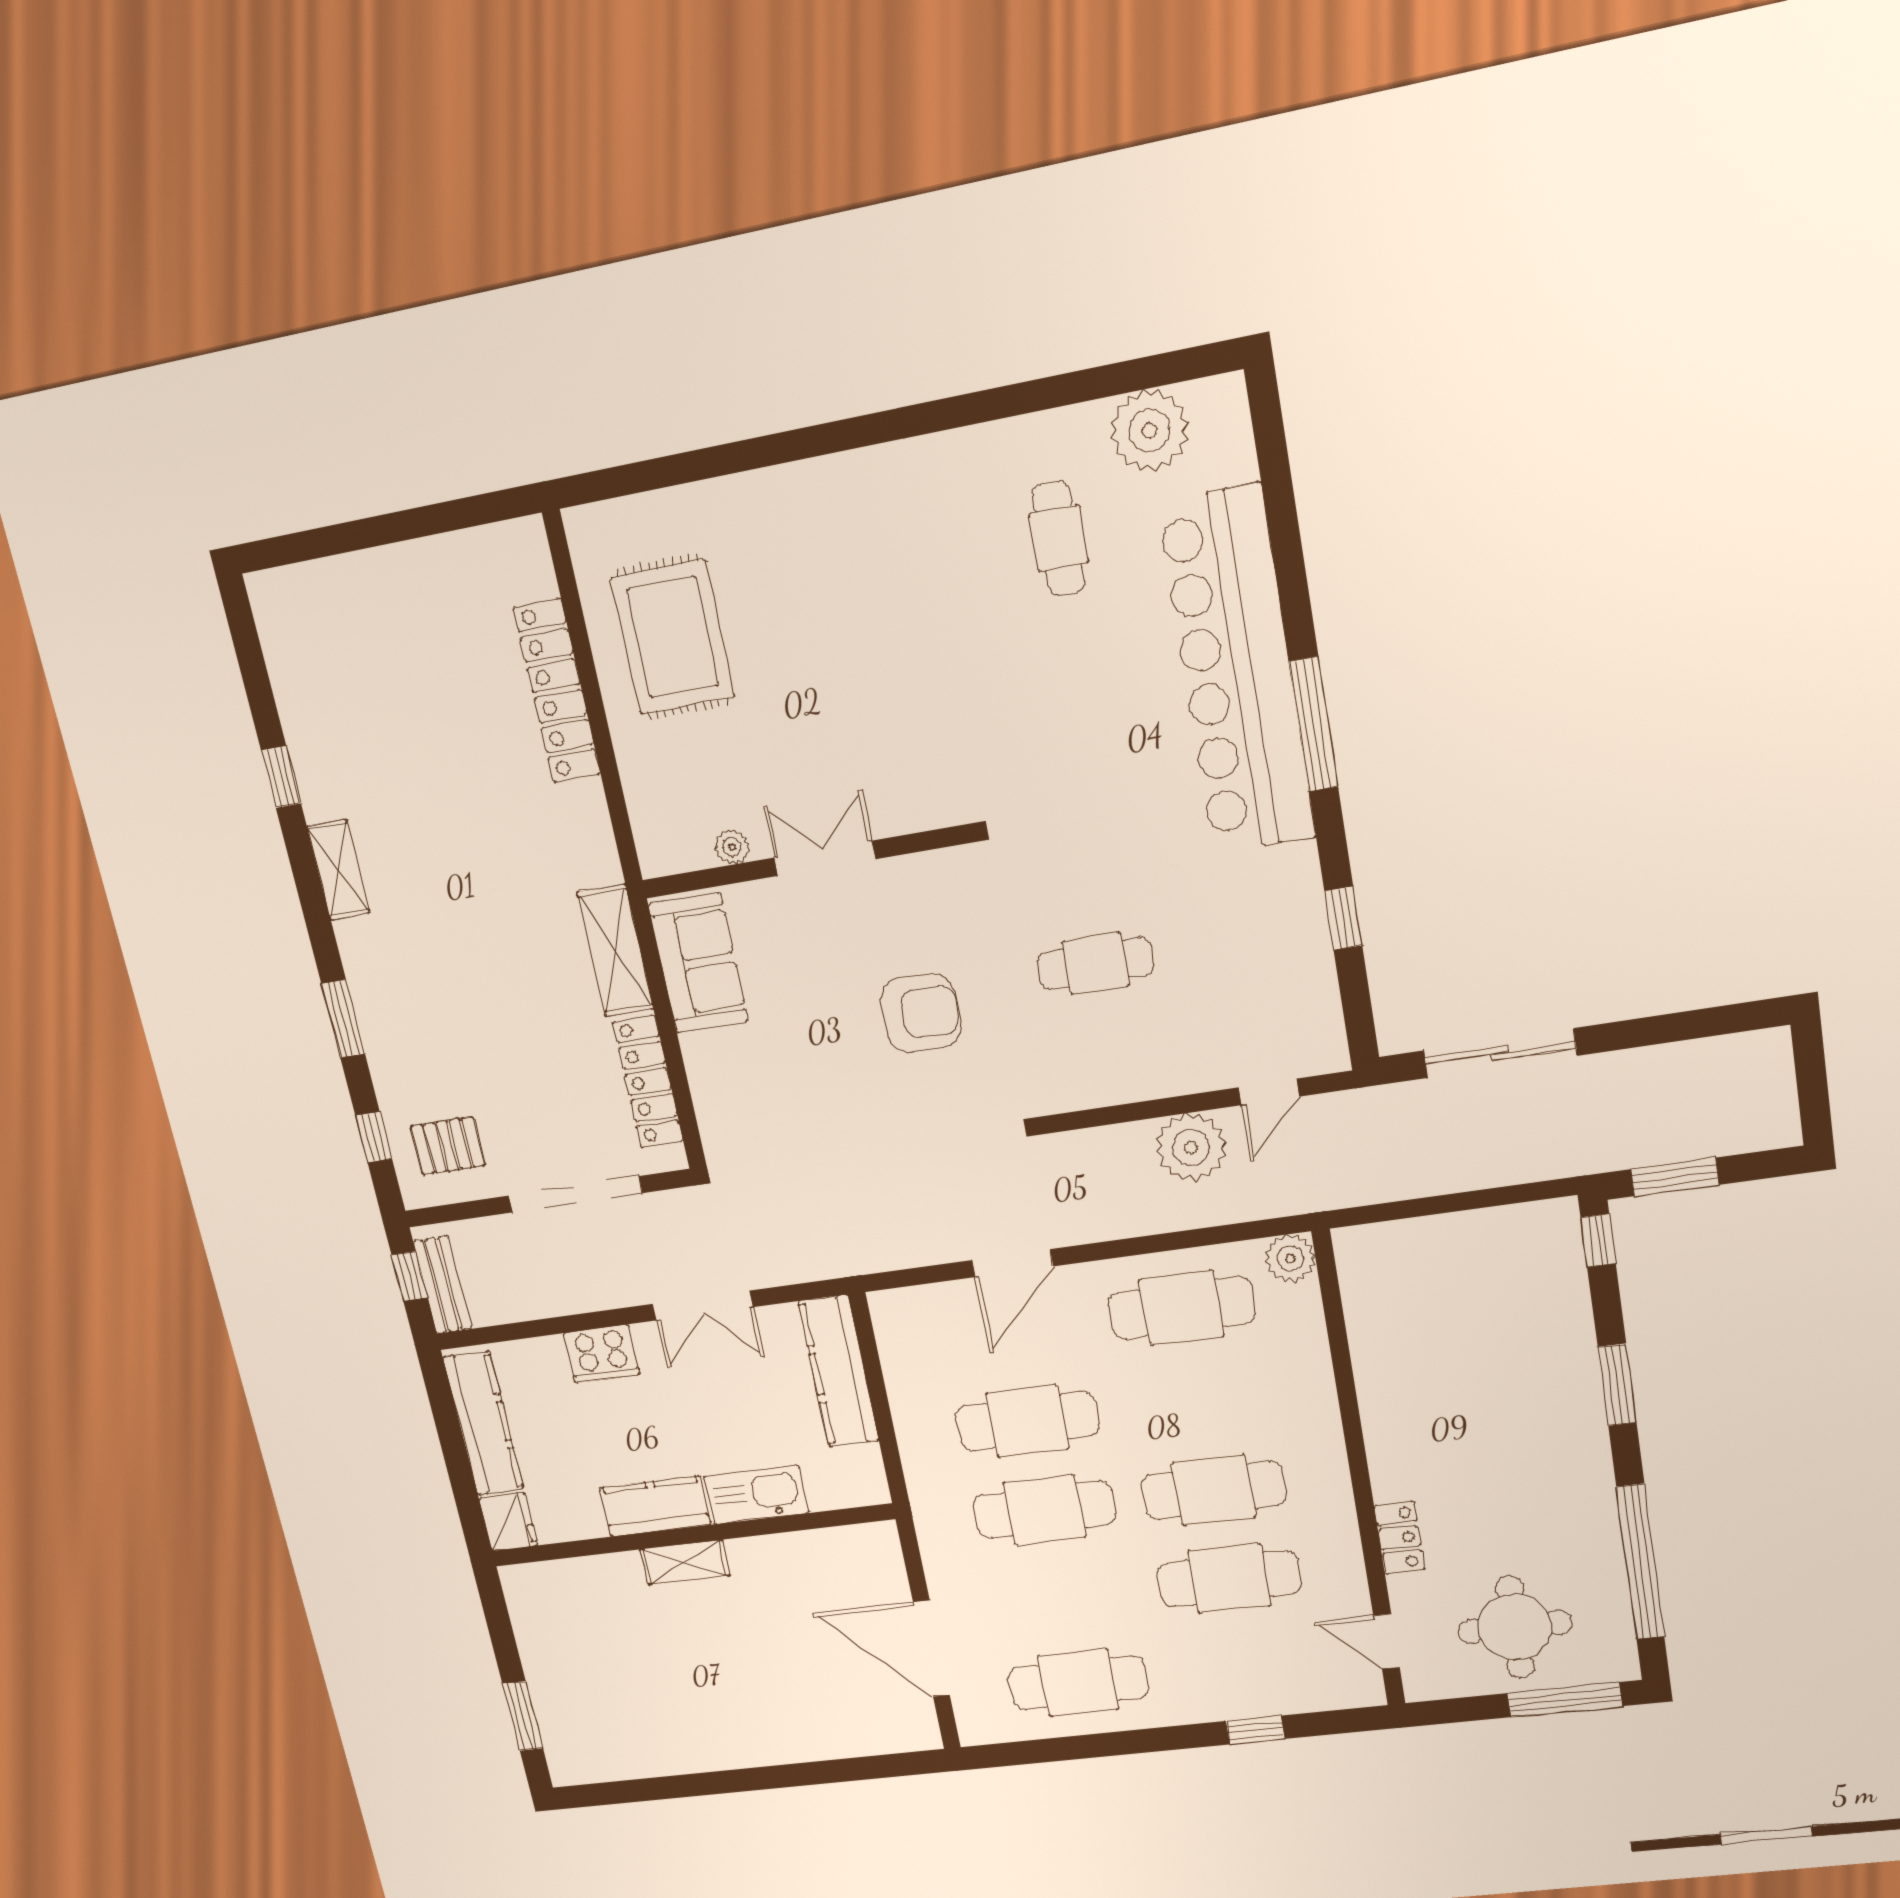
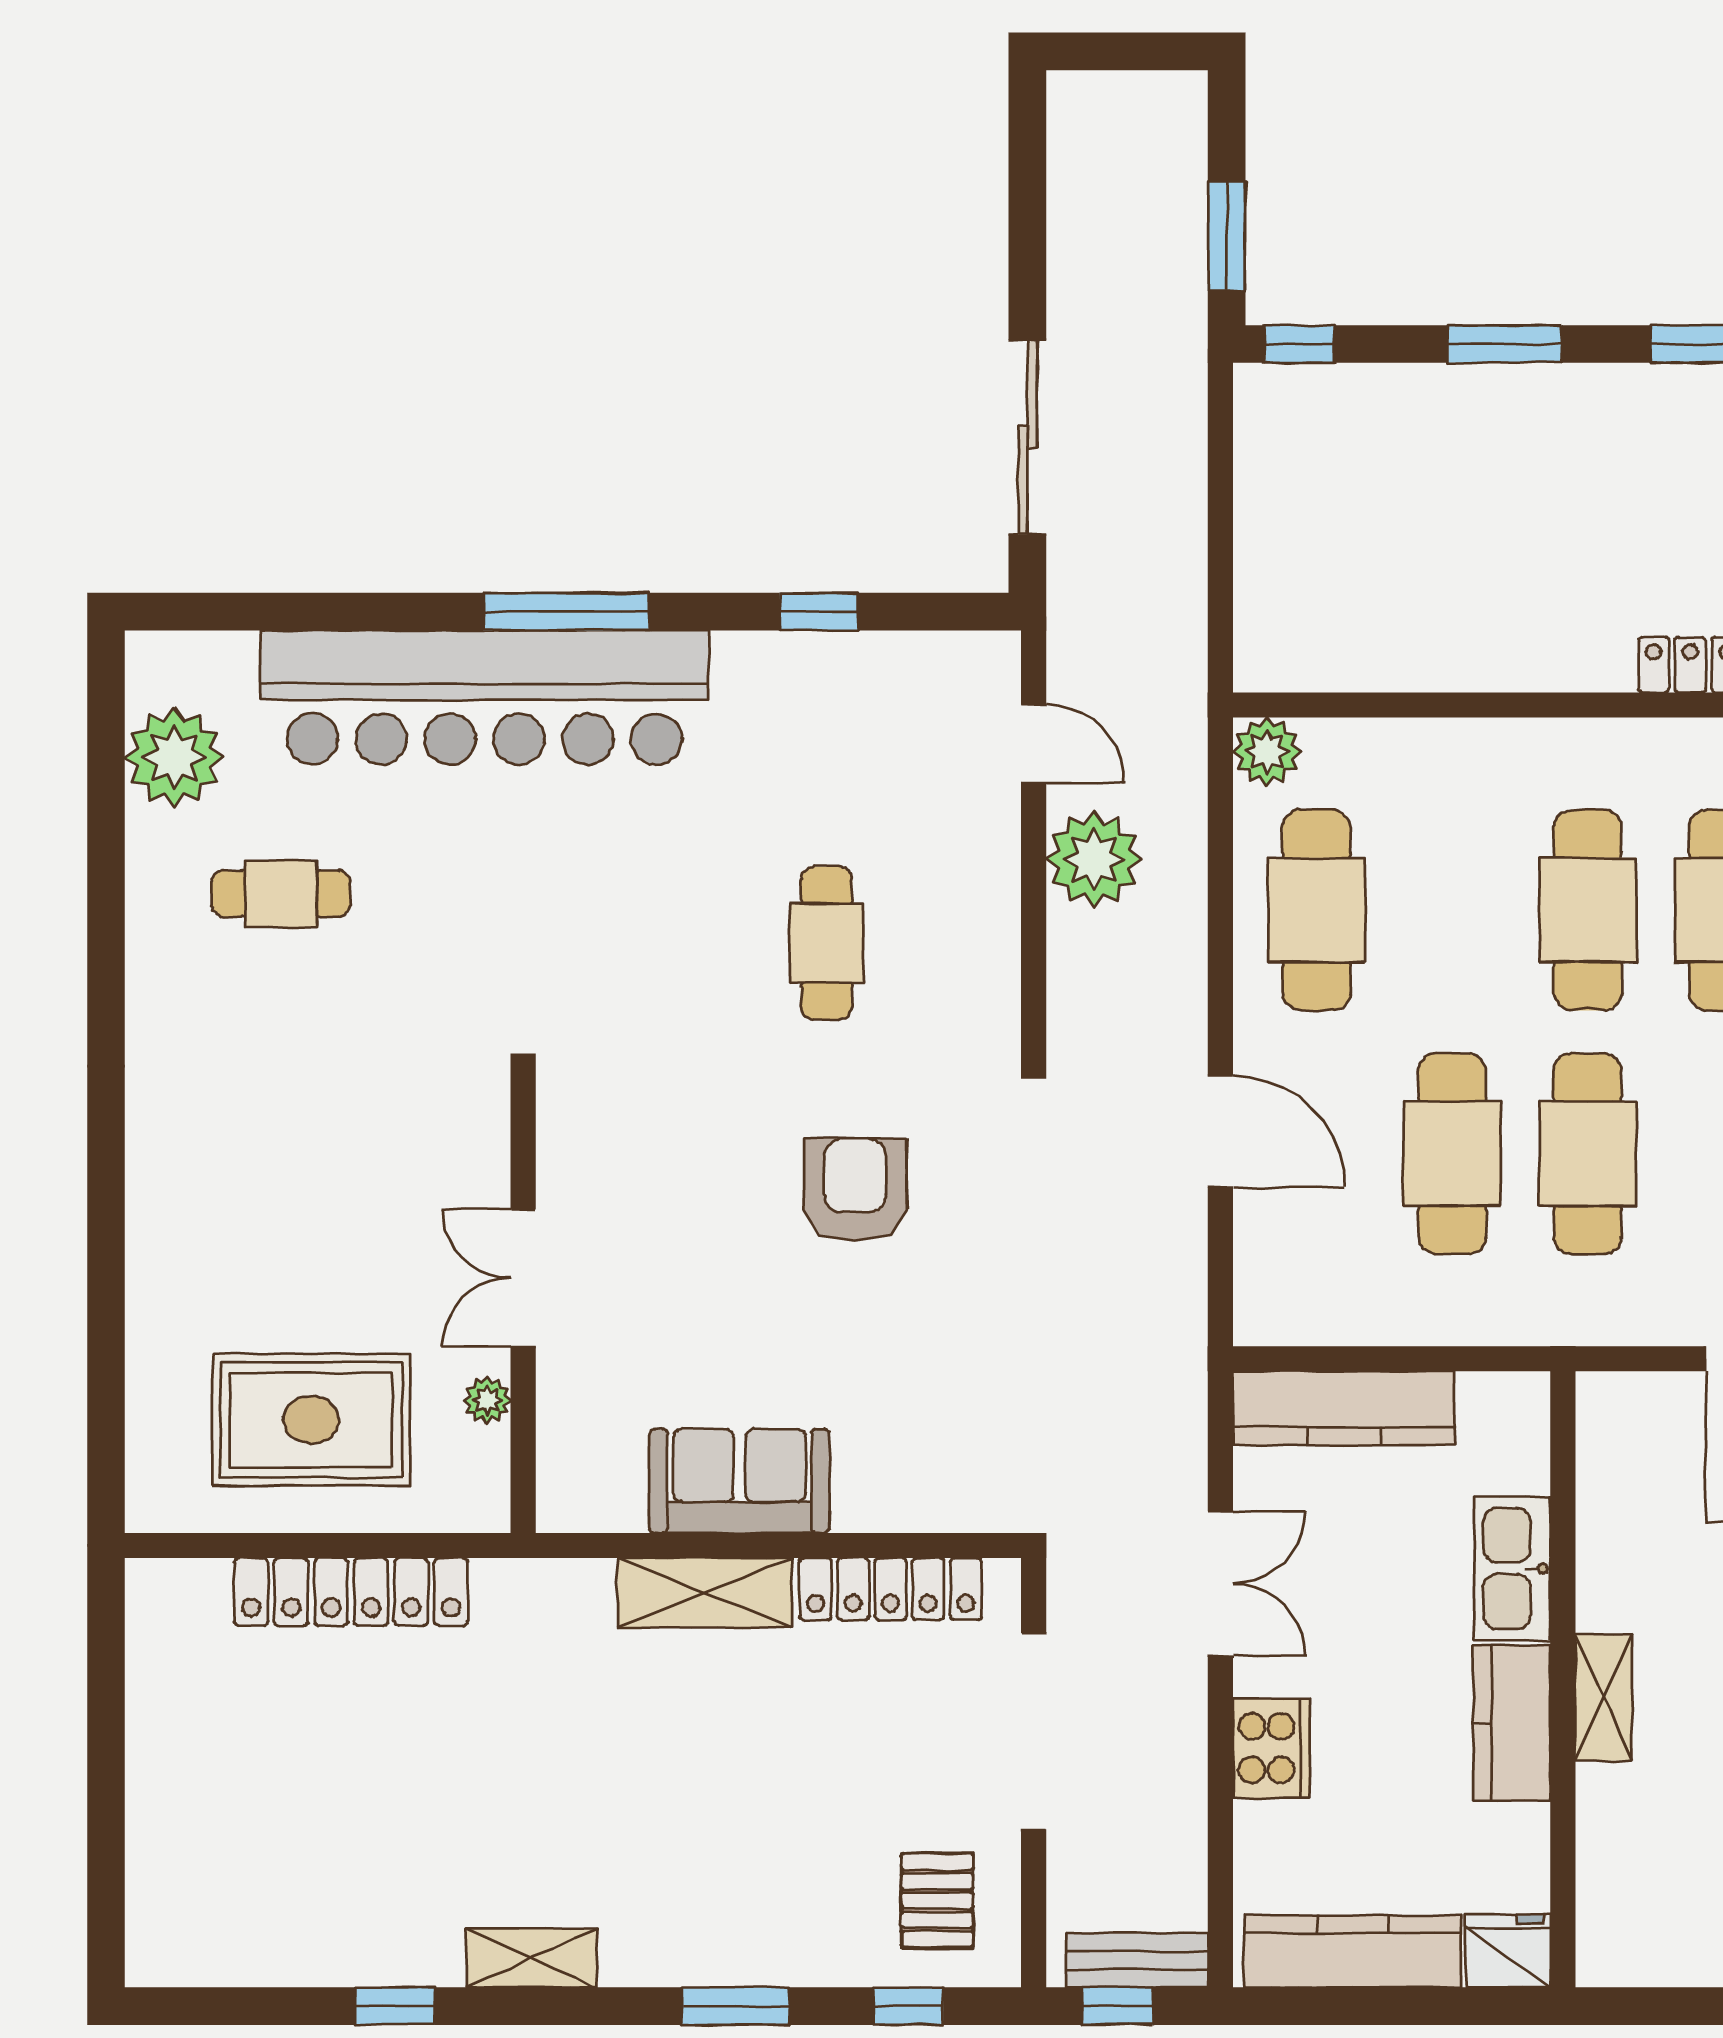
plant: (732, 847) -> (487, 1400), moved
double door: (825, 858) -> (523, 1278), moved
wall: (805, 862) -> (523, 1306), moved

